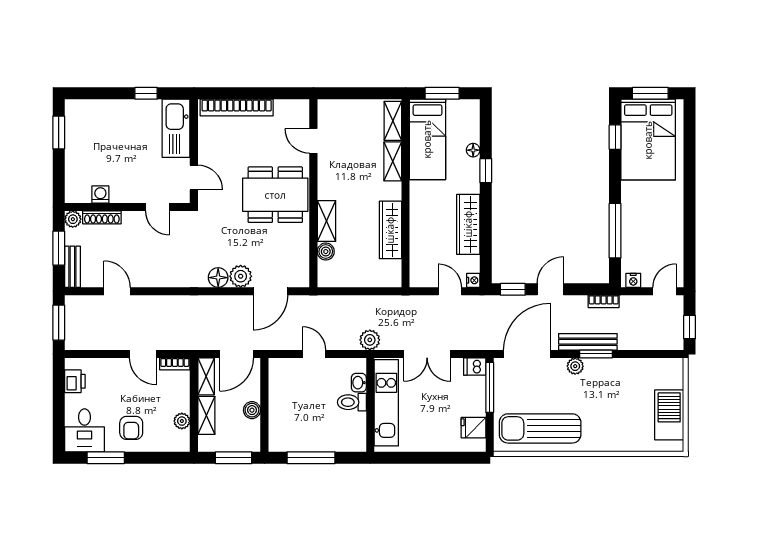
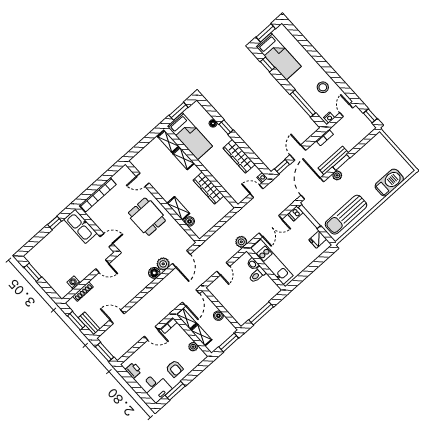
bed: (648, 140) -> (279, 56), width x0.67
dining table: (275, 195) -> (147, 217), width x0.73
plant: (73, 219) -> (71, 303), removed
stool: (661, 233) -> (323, 87), added
door: (314, 354) -> (223, 269), swing flipped
barbecue: (669, 415) -> (389, 183), moved, turned 90

